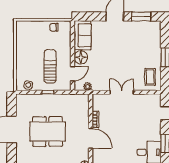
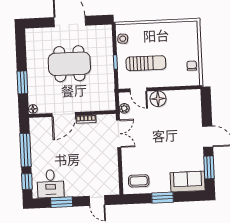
sofa: (82, 35) -> (188, 182), moved, turned 180
double door: (122, 92) -> (119, 134), moved
dining table: (48, 132) -> (69, 64), turned 90

